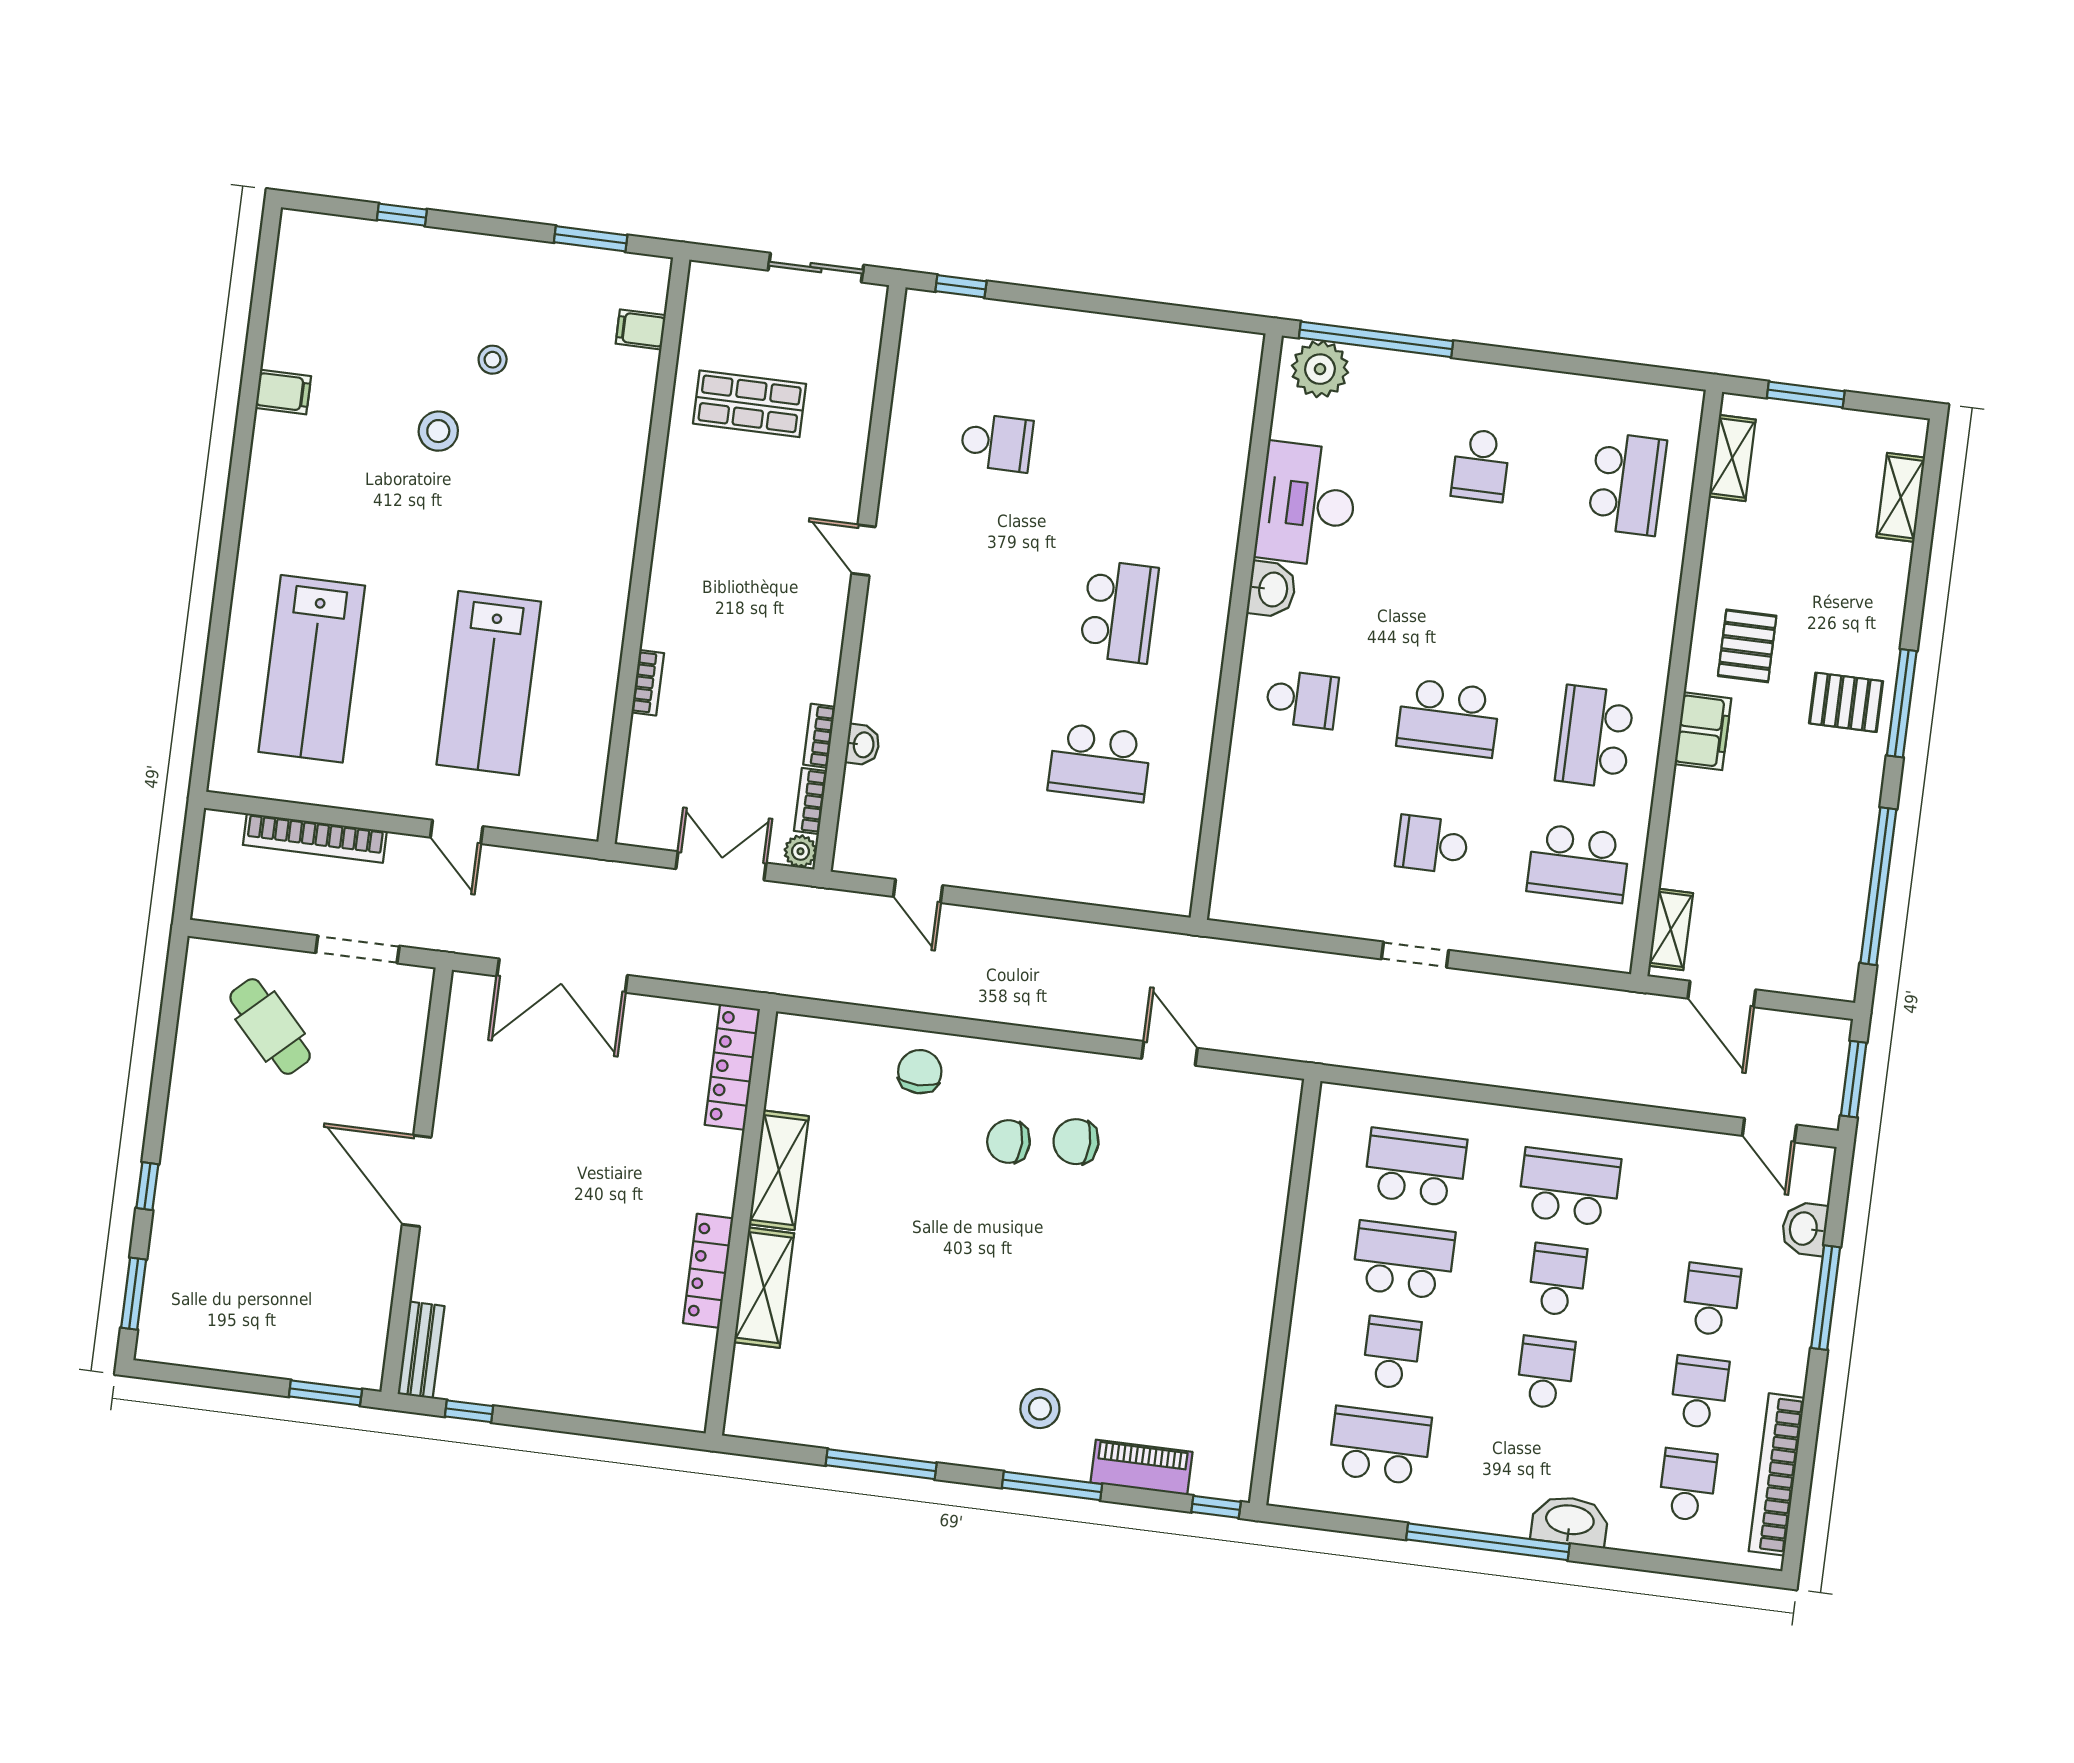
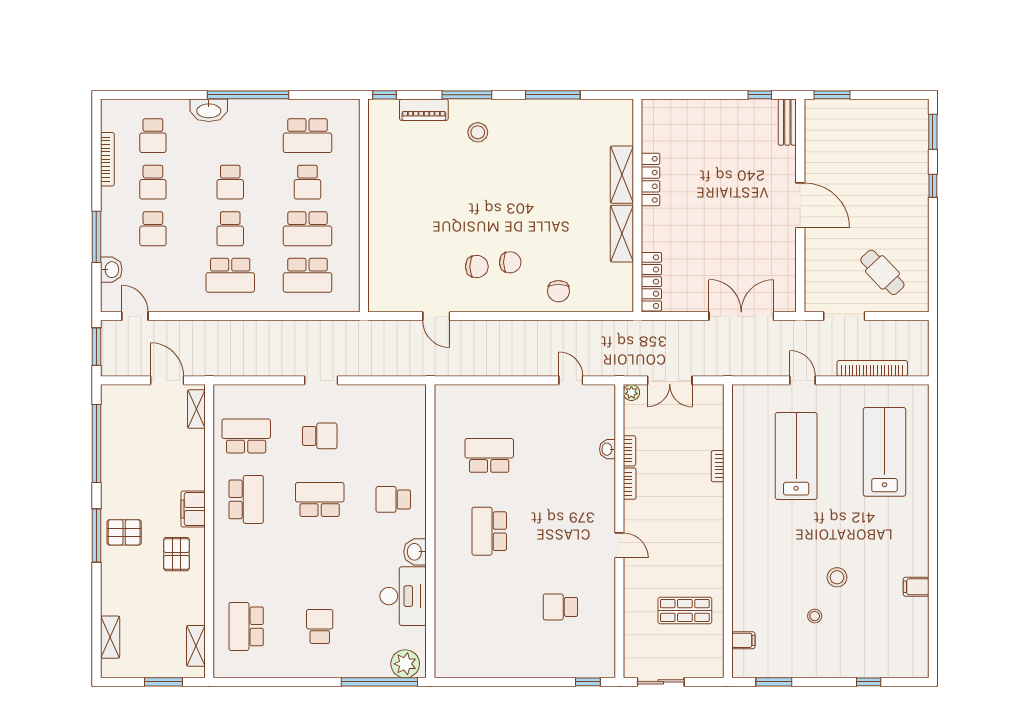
bookcase: (810, 801) -> (630, 484), moved
bookcase: (1777, 1474) -> (107, 159), width x0.68, depth x0.76

